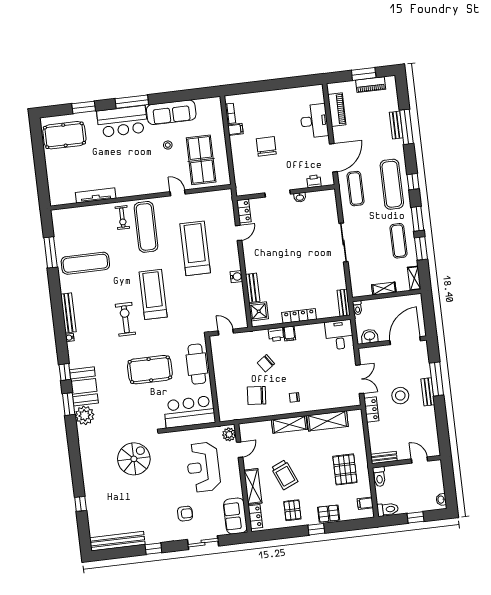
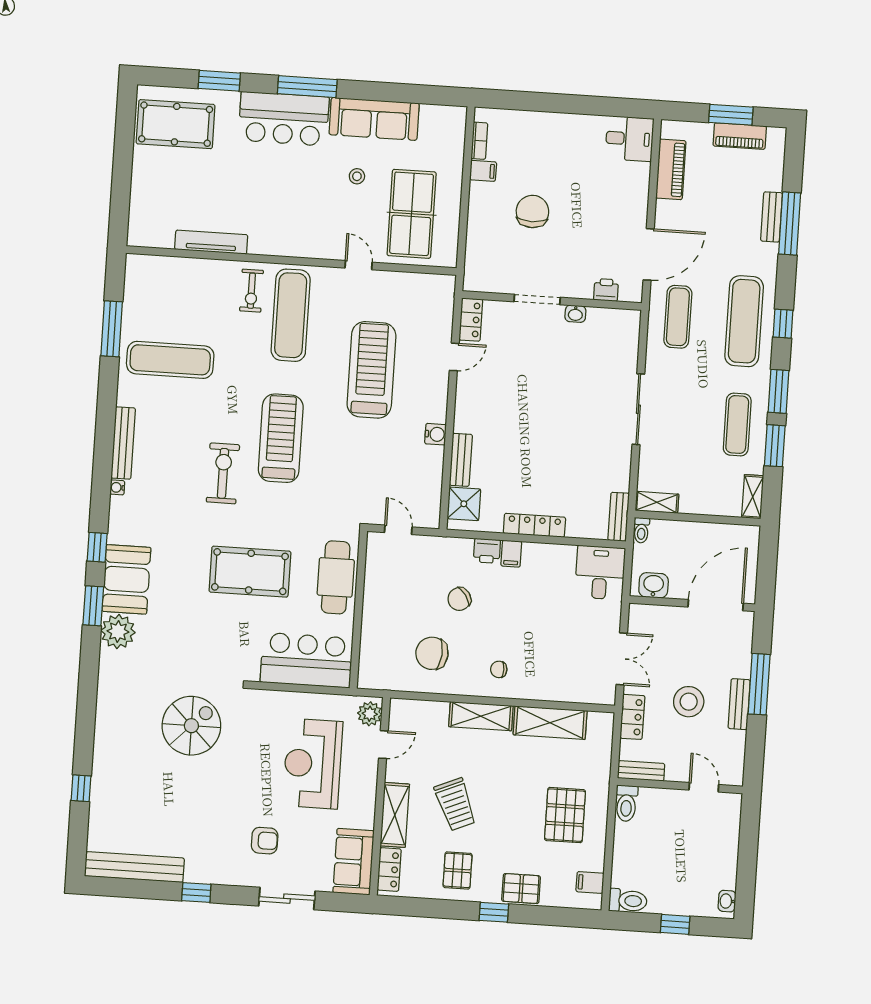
desk: (314, 121) -> (630, 139), moved, width x0.73
shelving: (384, 289) -> (657, 502), moved
bench: (384, 458) -> (641, 771), moved
door: (420, 460) -> (704, 787), moved
wall: (406, 462) -> (680, 786), moved
toilet: (379, 477) -> (626, 803), moved

